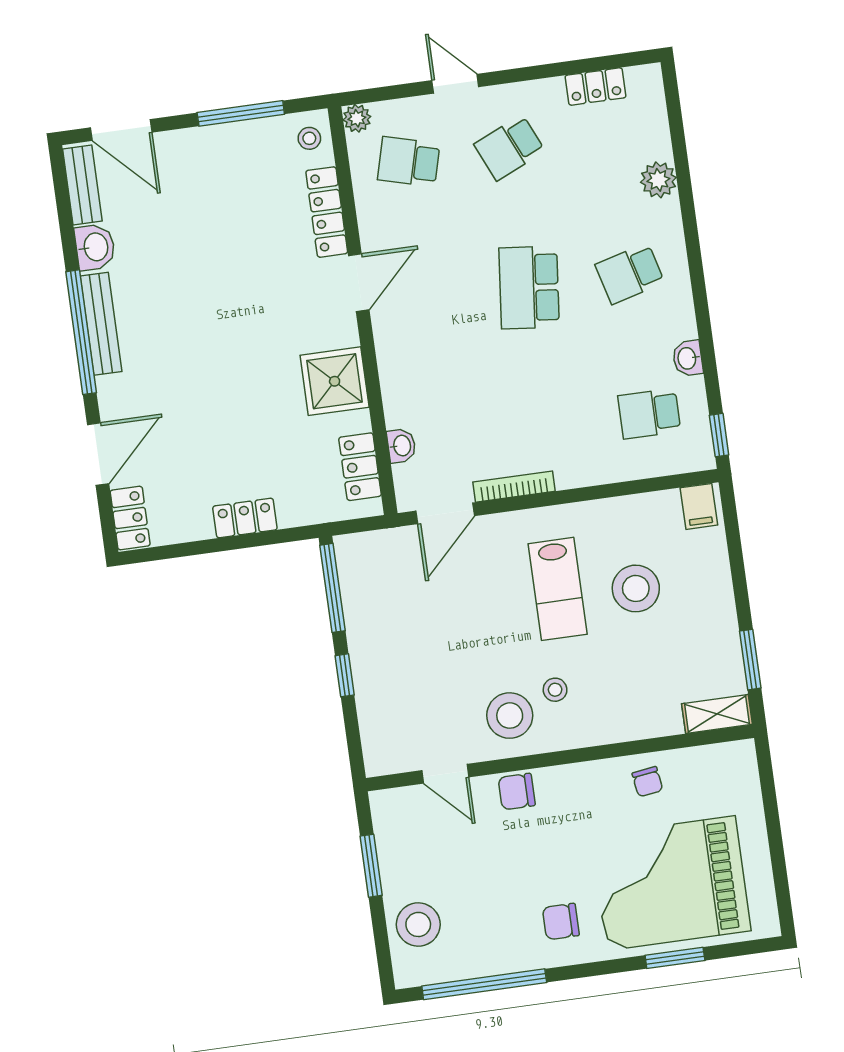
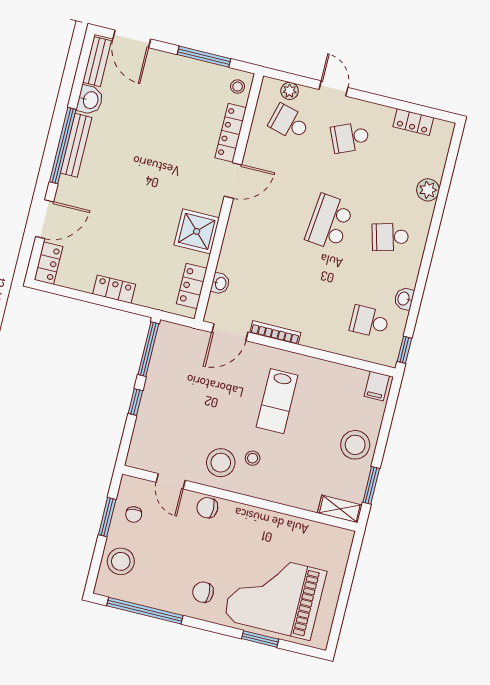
plant: (357, 118) -> (290, 91), moved
stool: (636, 588) -> (355, 445), moved
chair: (647, 782) -> (134, 514), moved

